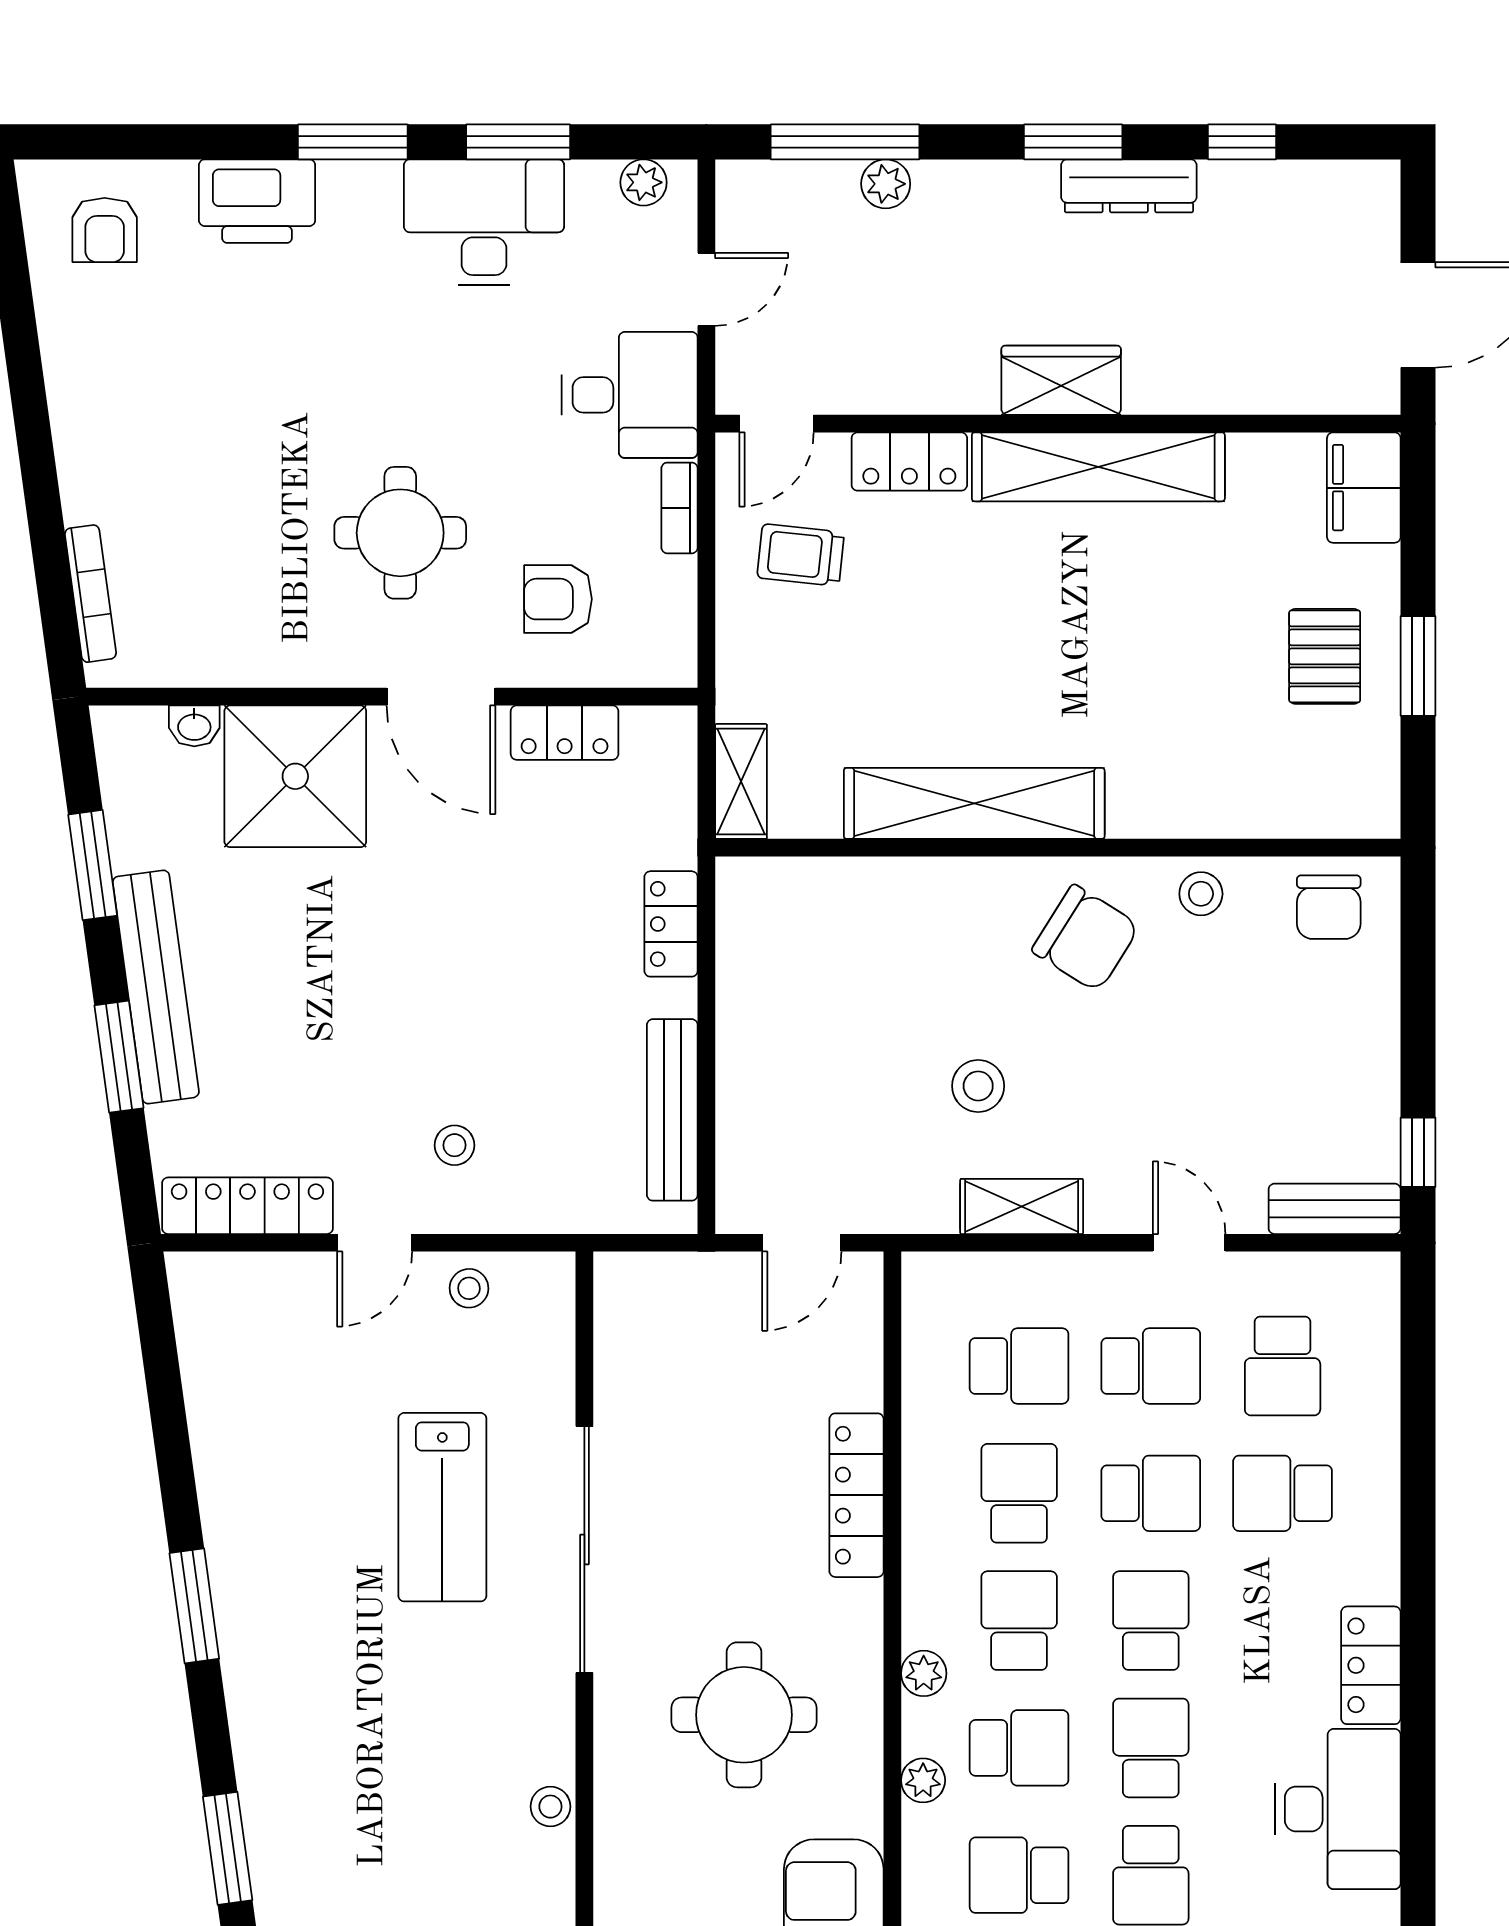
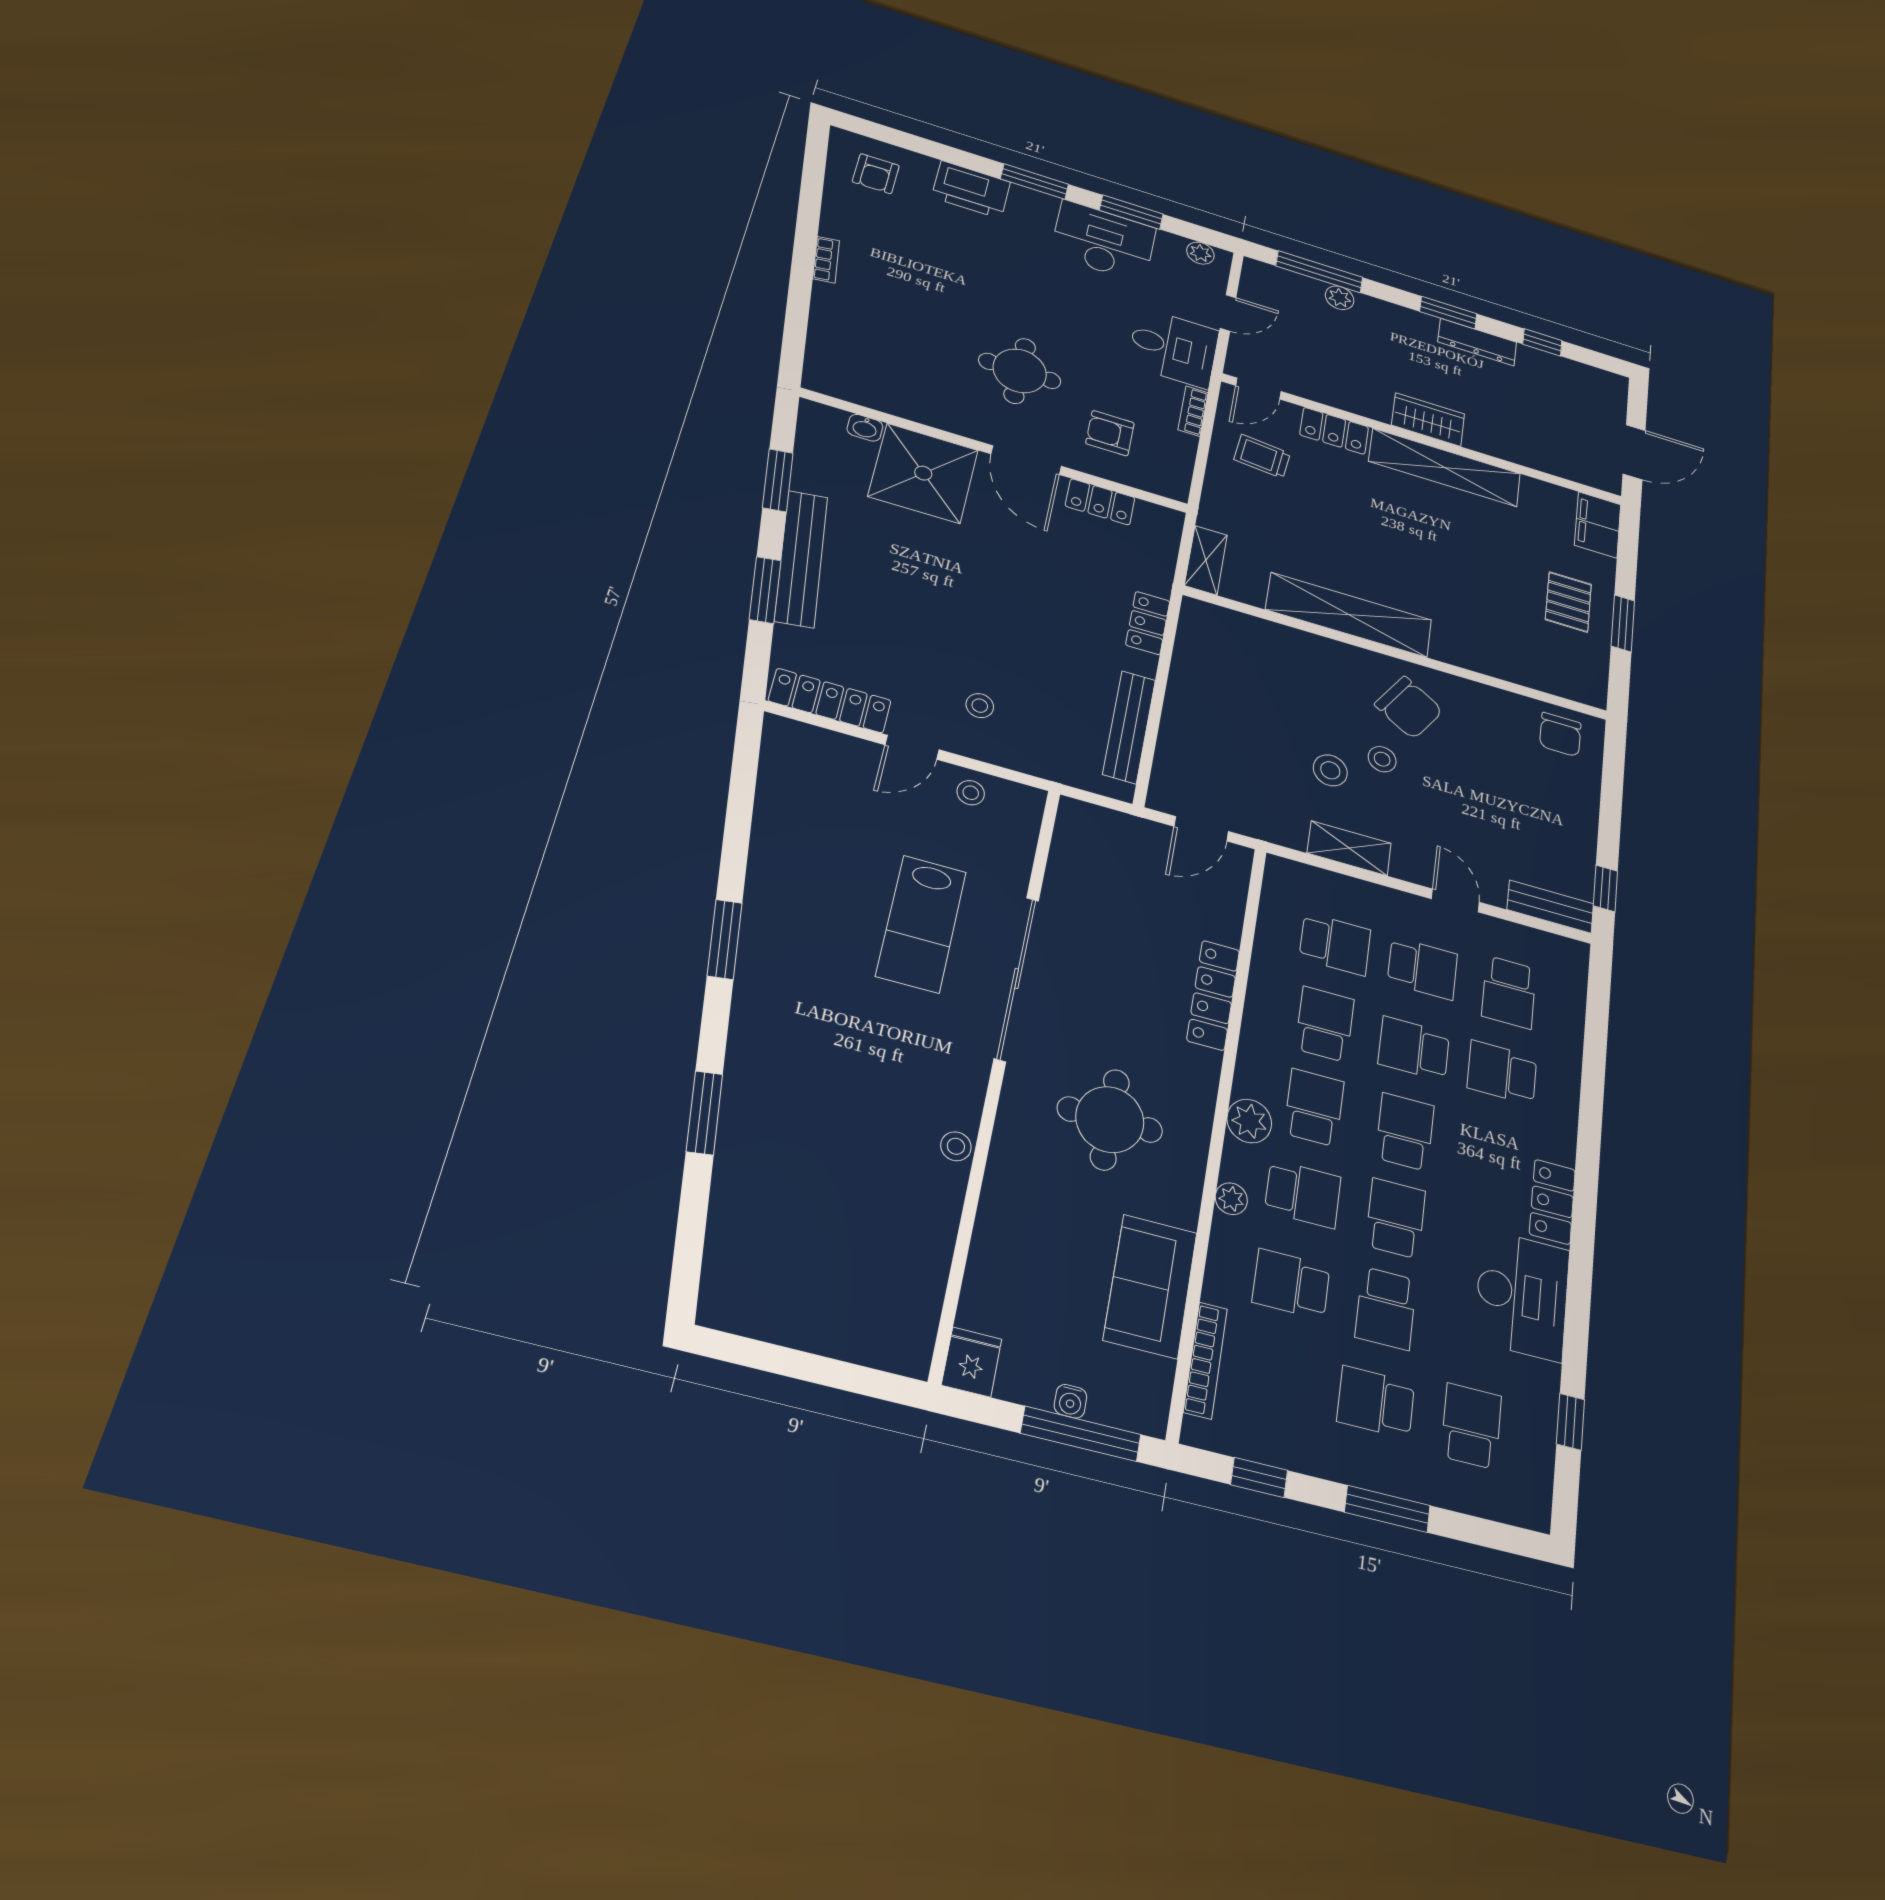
bookcase: (91, 594) -> (826, 260), moved, width x0.64
stool: (1201, 894) -> (1382, 759), moved
school desk: (1151, 1493) -> (1414, 1048), turned 180
plant: (924, 1673) -> (1249, 1121), width x1.38, depth x1.38

